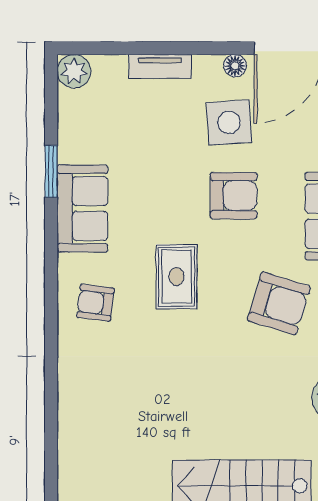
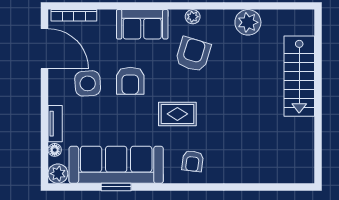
floor lamp: (235, 66) -> (55, 150), moved
armchair: (234, 196) -> (130, 81), turned 180
sofa: (82, 208) -> (116, 165), width x1.85, depth x1.27

